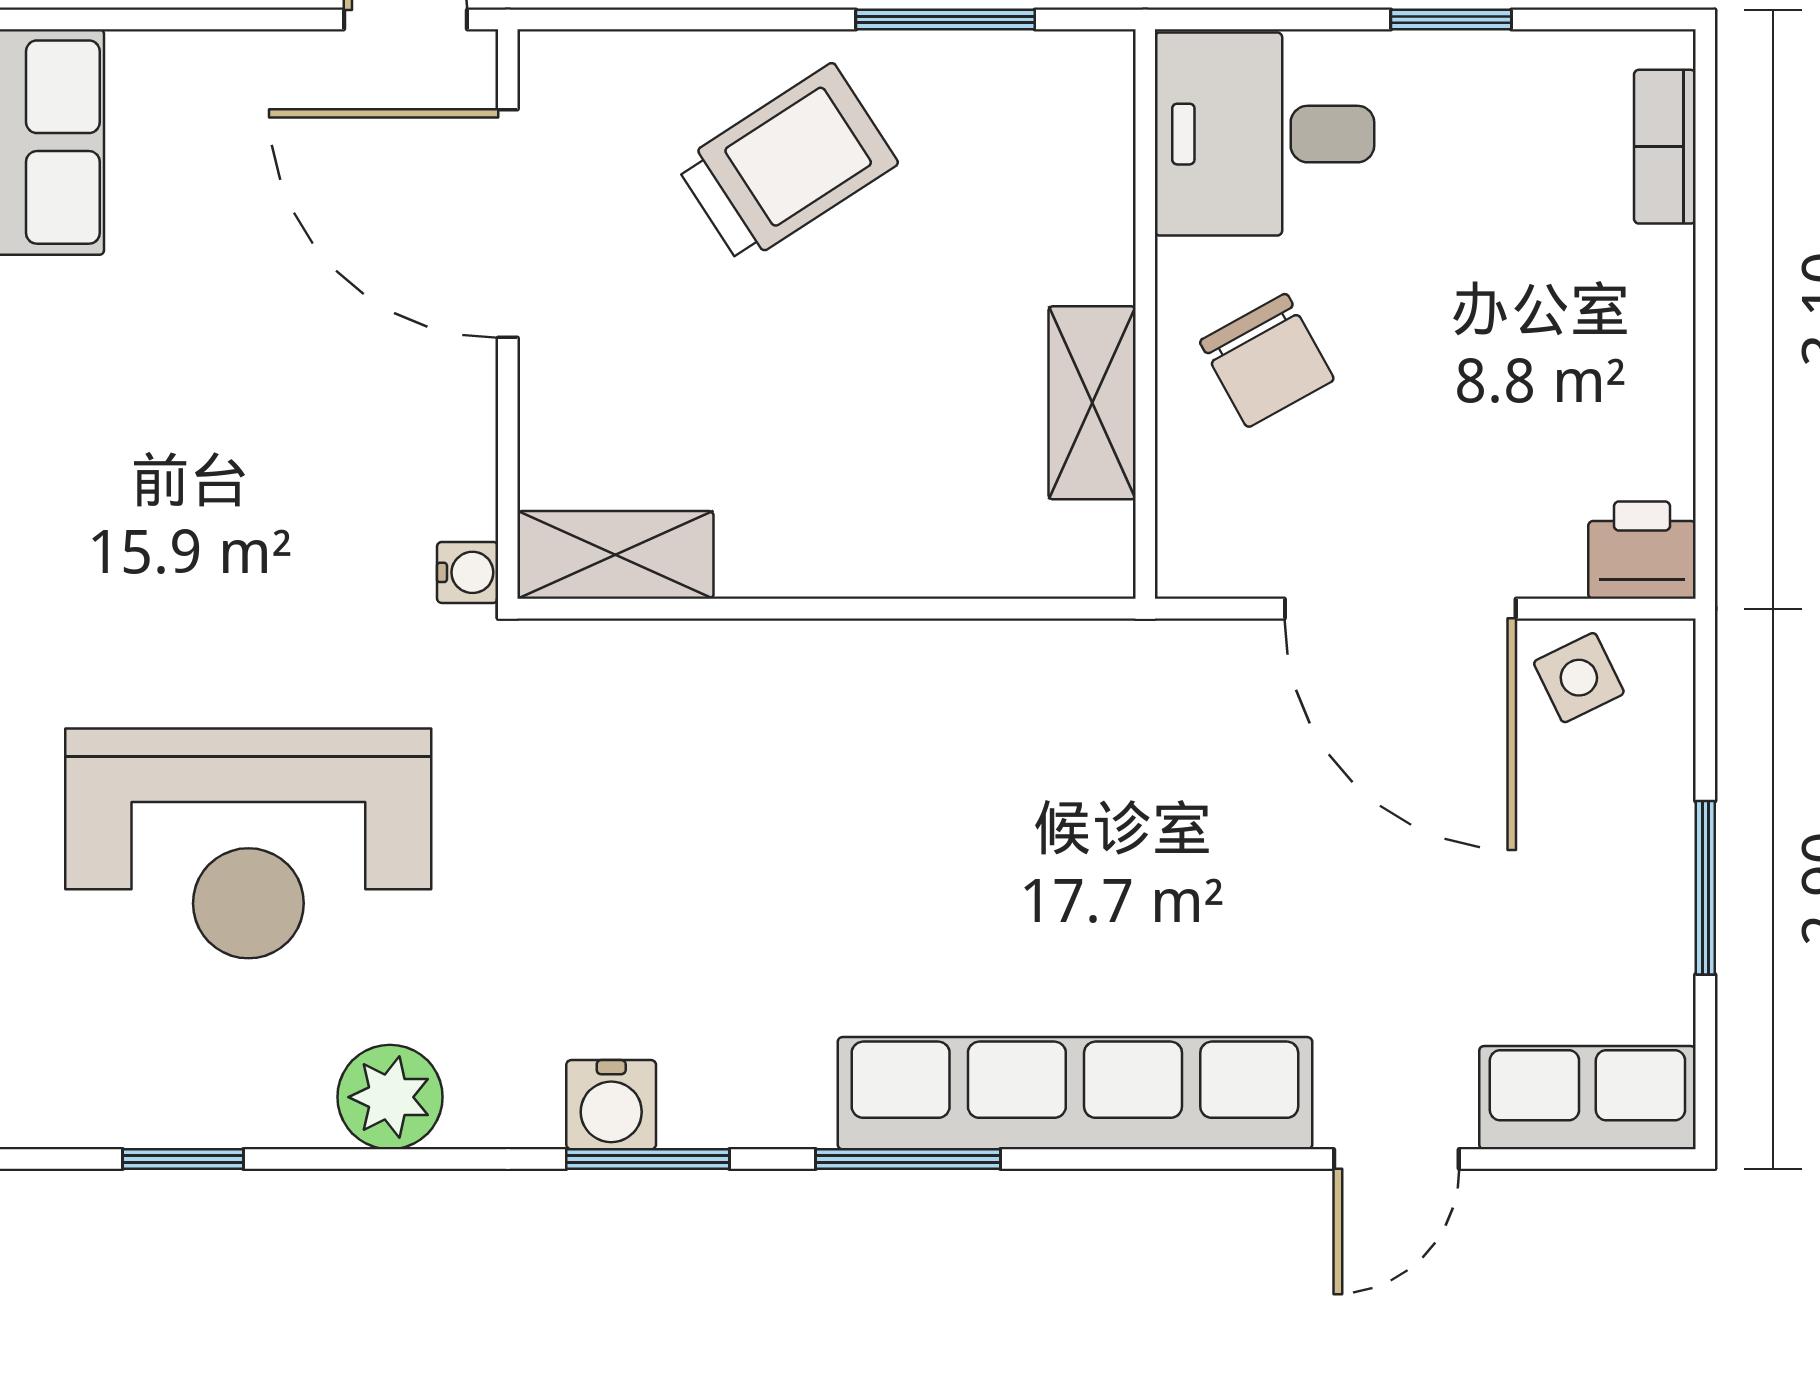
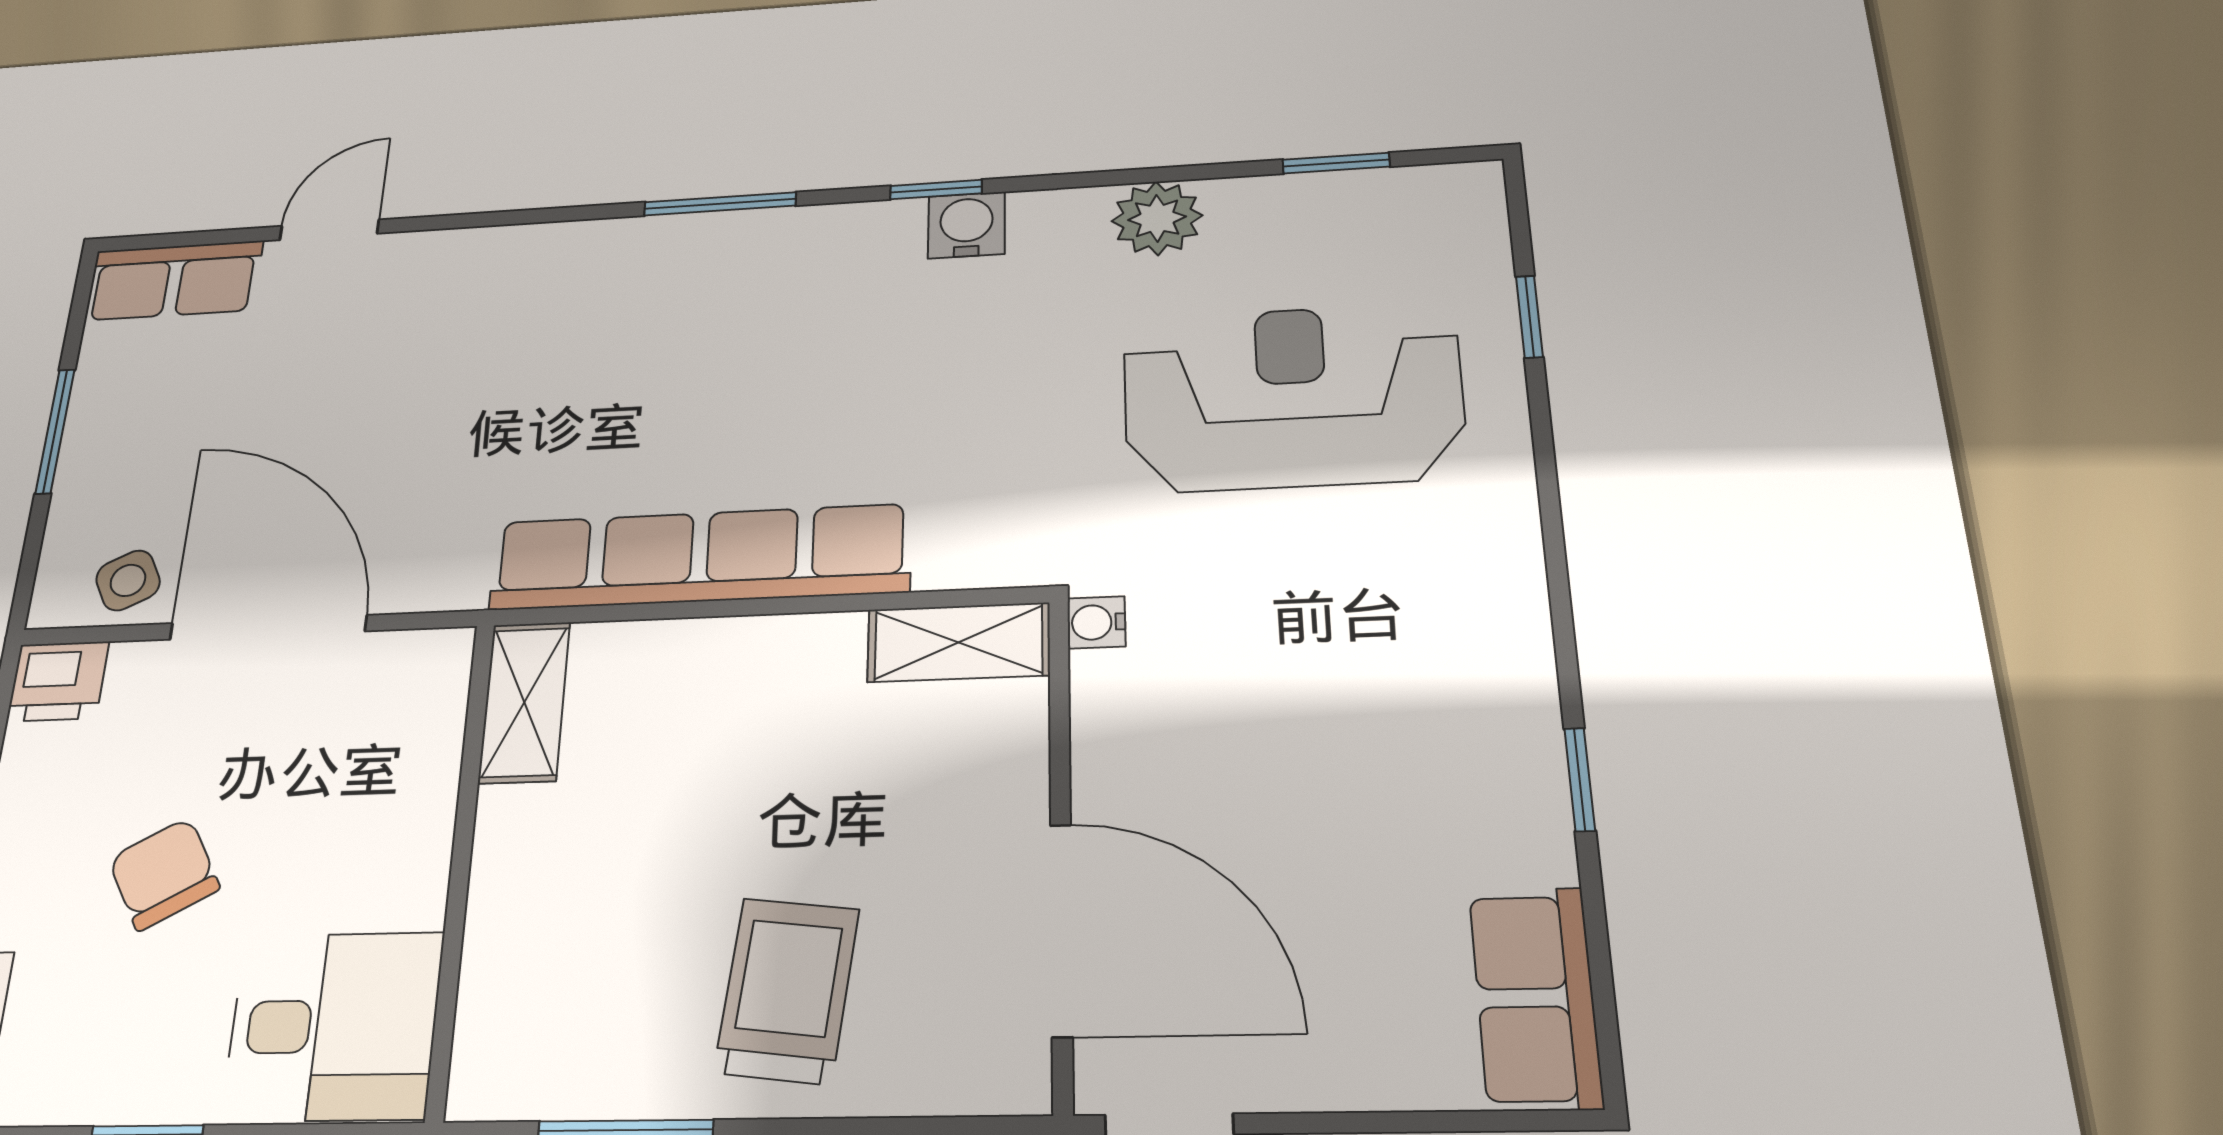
trolley: (787, 164) -> (787, 990), turned 130
chair: (1267, 360) -> (164, 874), moved
shelving: (1092, 403) -> (524, 702), moved
row of seats: (1075, 1093) -> (699, 557), moved, turned 180
window: (648, 1159) -> (936, 190), width x0.67

